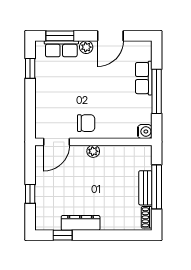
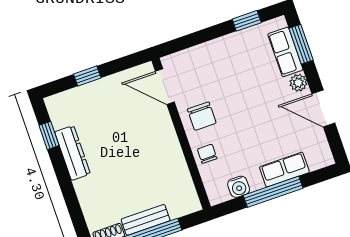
chair: (114, 129) -> (207, 154), added
water cooler: (145, 131) -> (239, 187), moved
plant: (93, 151) -> (169, 137), removed

